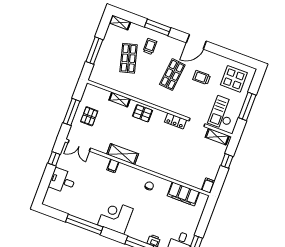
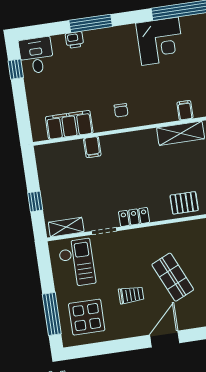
shop shelf: (172, 75) -> (173, 277), turned -30
window: (247, 106) -> (52, 314), moved
filing cabinet: (208, 185) -> (92, 147), moved
corner desk: (115, 217) -> (160, 41), moved

